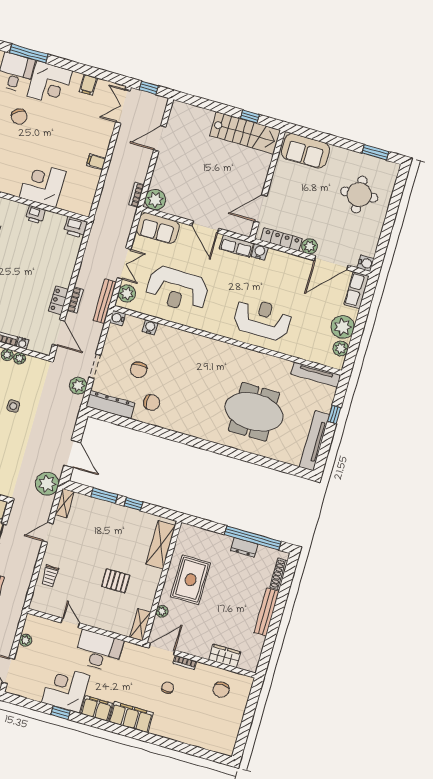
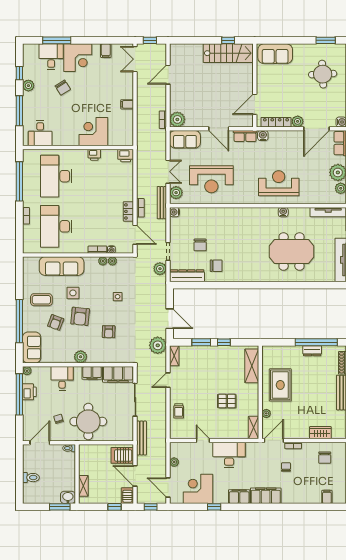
water cooler: (150, 327) -> (283, 212), moved
corner desk: (66, 689) -> (198, 489), moved
filing cabinet: (210, 741) -> (327, 497), added

